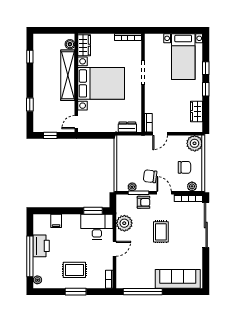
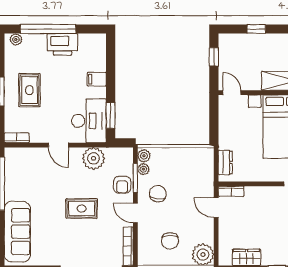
plant: (192, 186) -> (144, 156), moved
door: (164, 193) -> (135, 213), swing flipped
filing cabinet: (56, 221) -> (97, 79), moved

